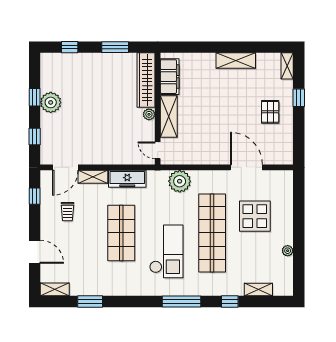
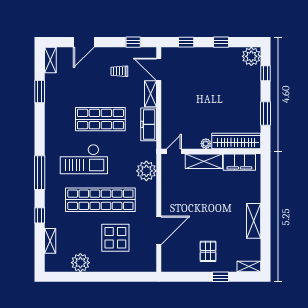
plant: (51, 102) -> (251, 56), moved
pallet: (270, 112) -> (208, 251), turned 90
plant: (288, 251) -> (80, 263), width x1.87, depth x1.87

